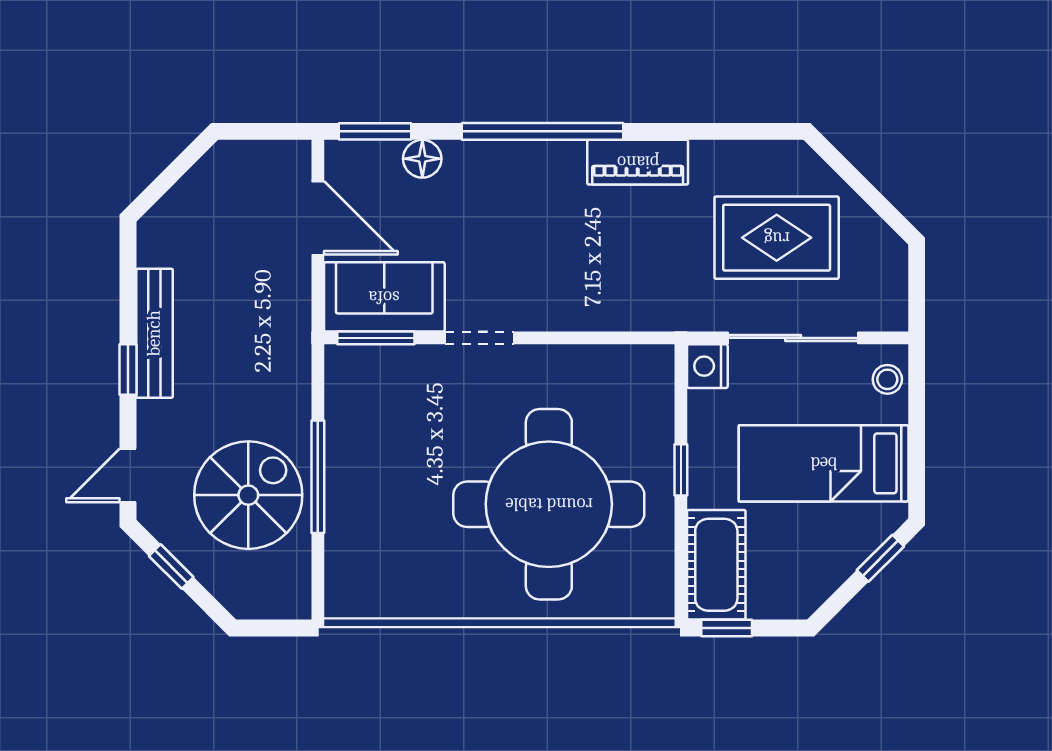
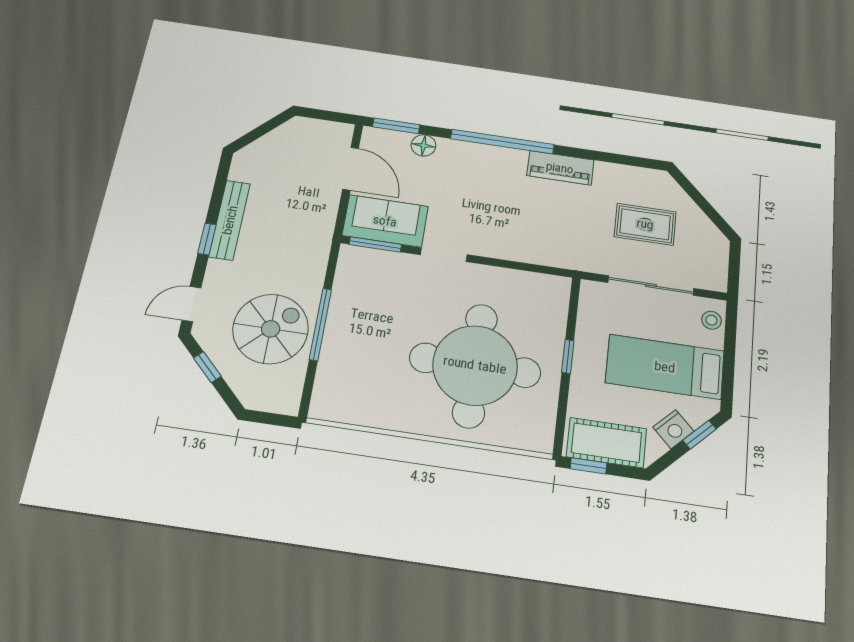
rug: (777, 238) -> (645, 224), width x0.73, depth x0.70
nightstand: (707, 366) -> (673, 429), moved, turned -135
cot: (716, 565) -> (606, 443), moved, turned 90

